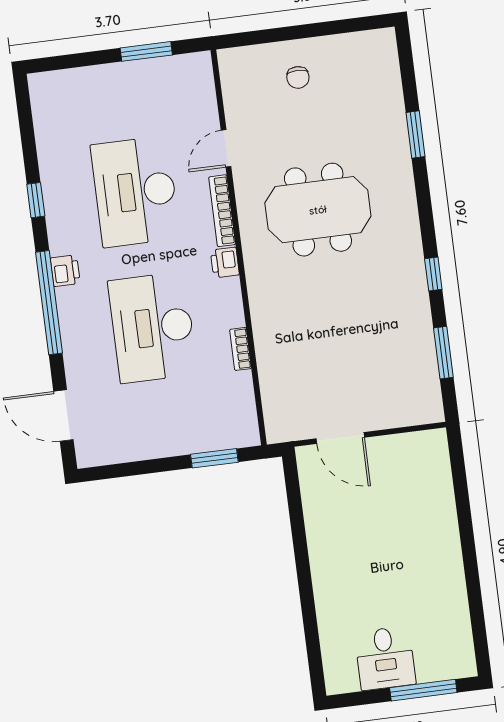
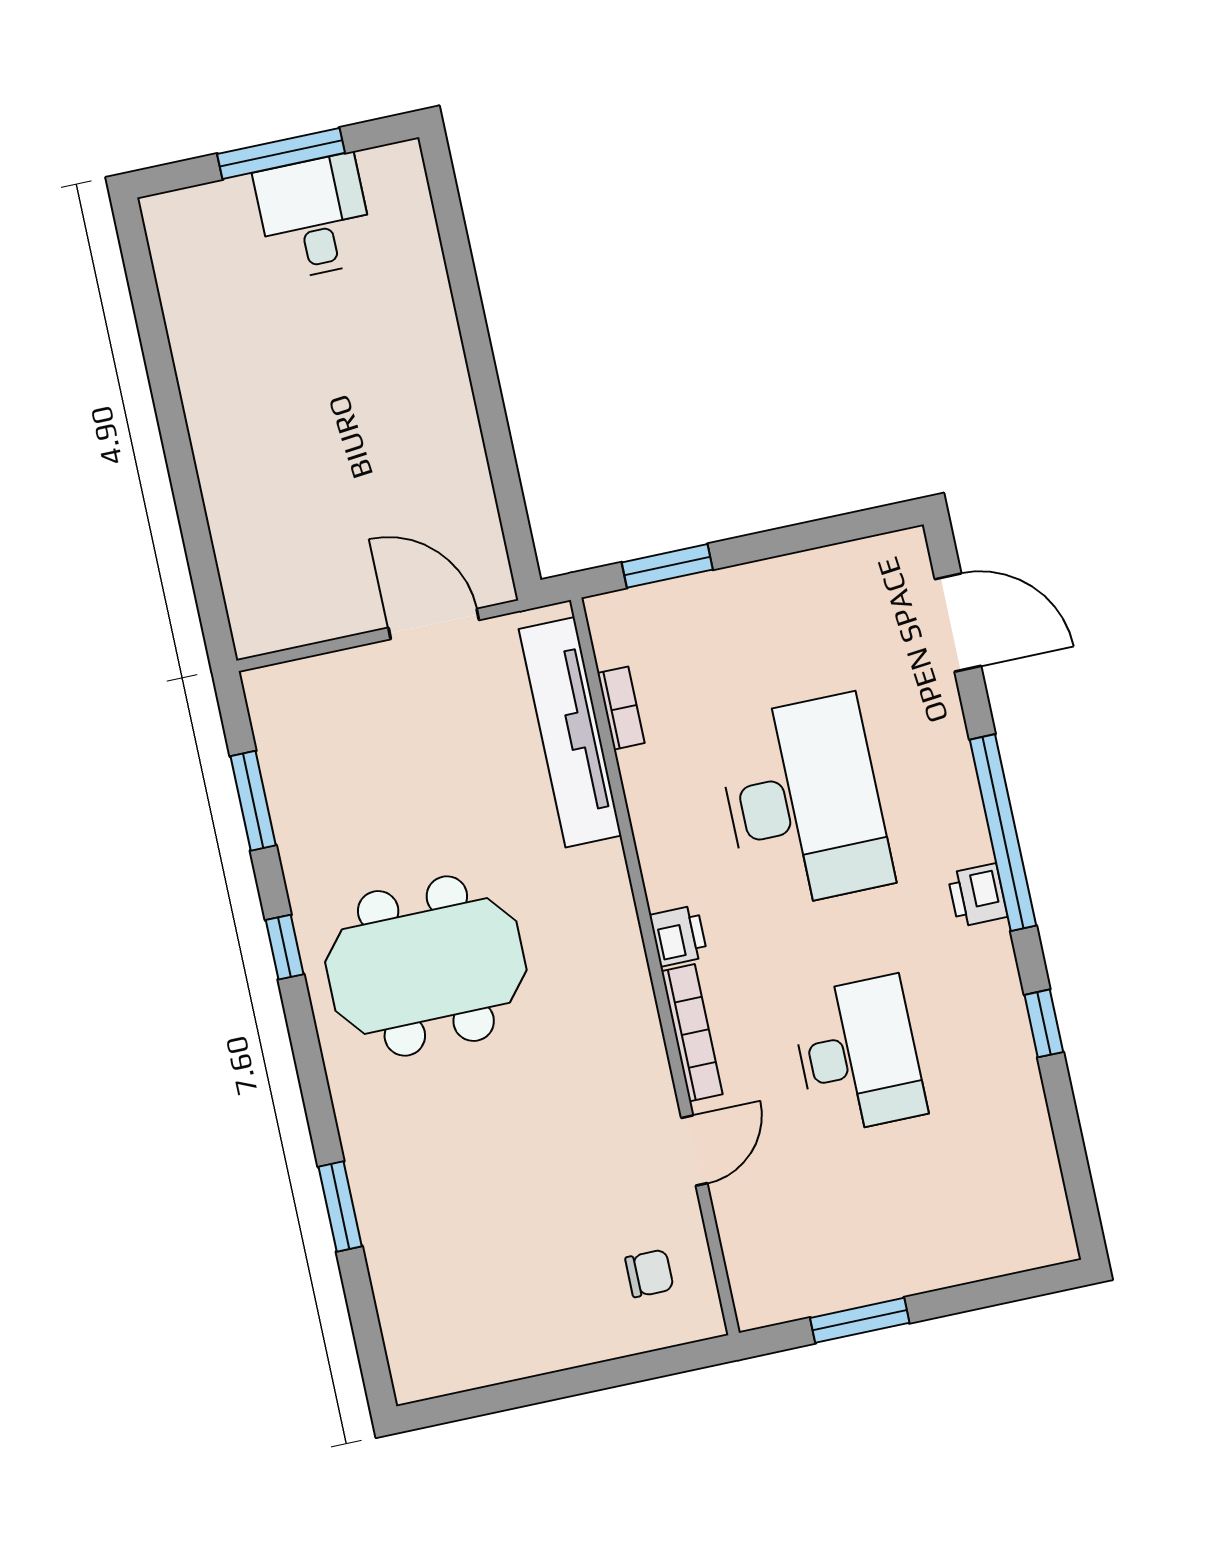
chair: (298, 77) -> (649, 1273), moved, turned 90
desk: (135, 192) -> (858, 1055), width x0.73, depth x0.77
meeting table: (318, 210) -> (426, 966), moved
bookcase: (241, 349) -> (621, 708), moved
tv unit: (273, 375) -> (570, 732), added
window: (423, 690) -> (281, 153), moved

